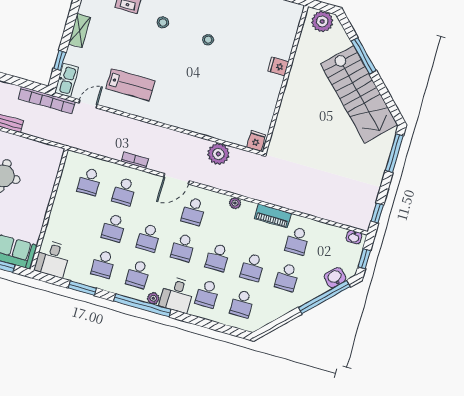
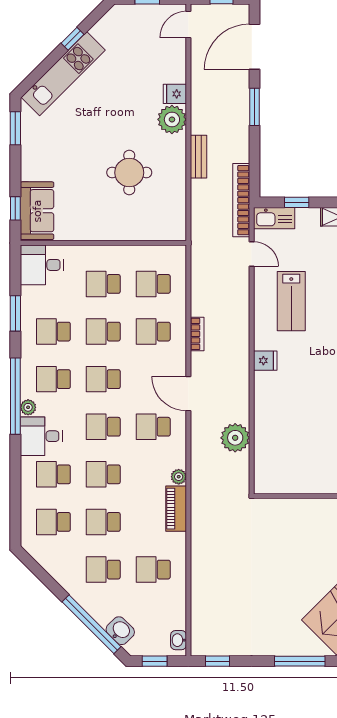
fridge: (256, 141) -> (265, 361), moved
piano: (273, 216) -> (176, 509), moved
school desk: (79, 218) -> (103, 284), added

